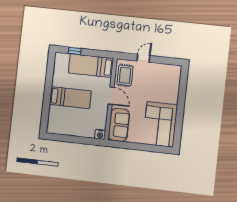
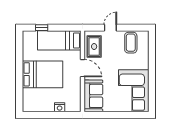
coffee table: (162, 76) -> (131, 43), added
bed: (70, 98) -> (42, 74), width x1.50
nightstand: (100, 134) -> (60, 107), moved

